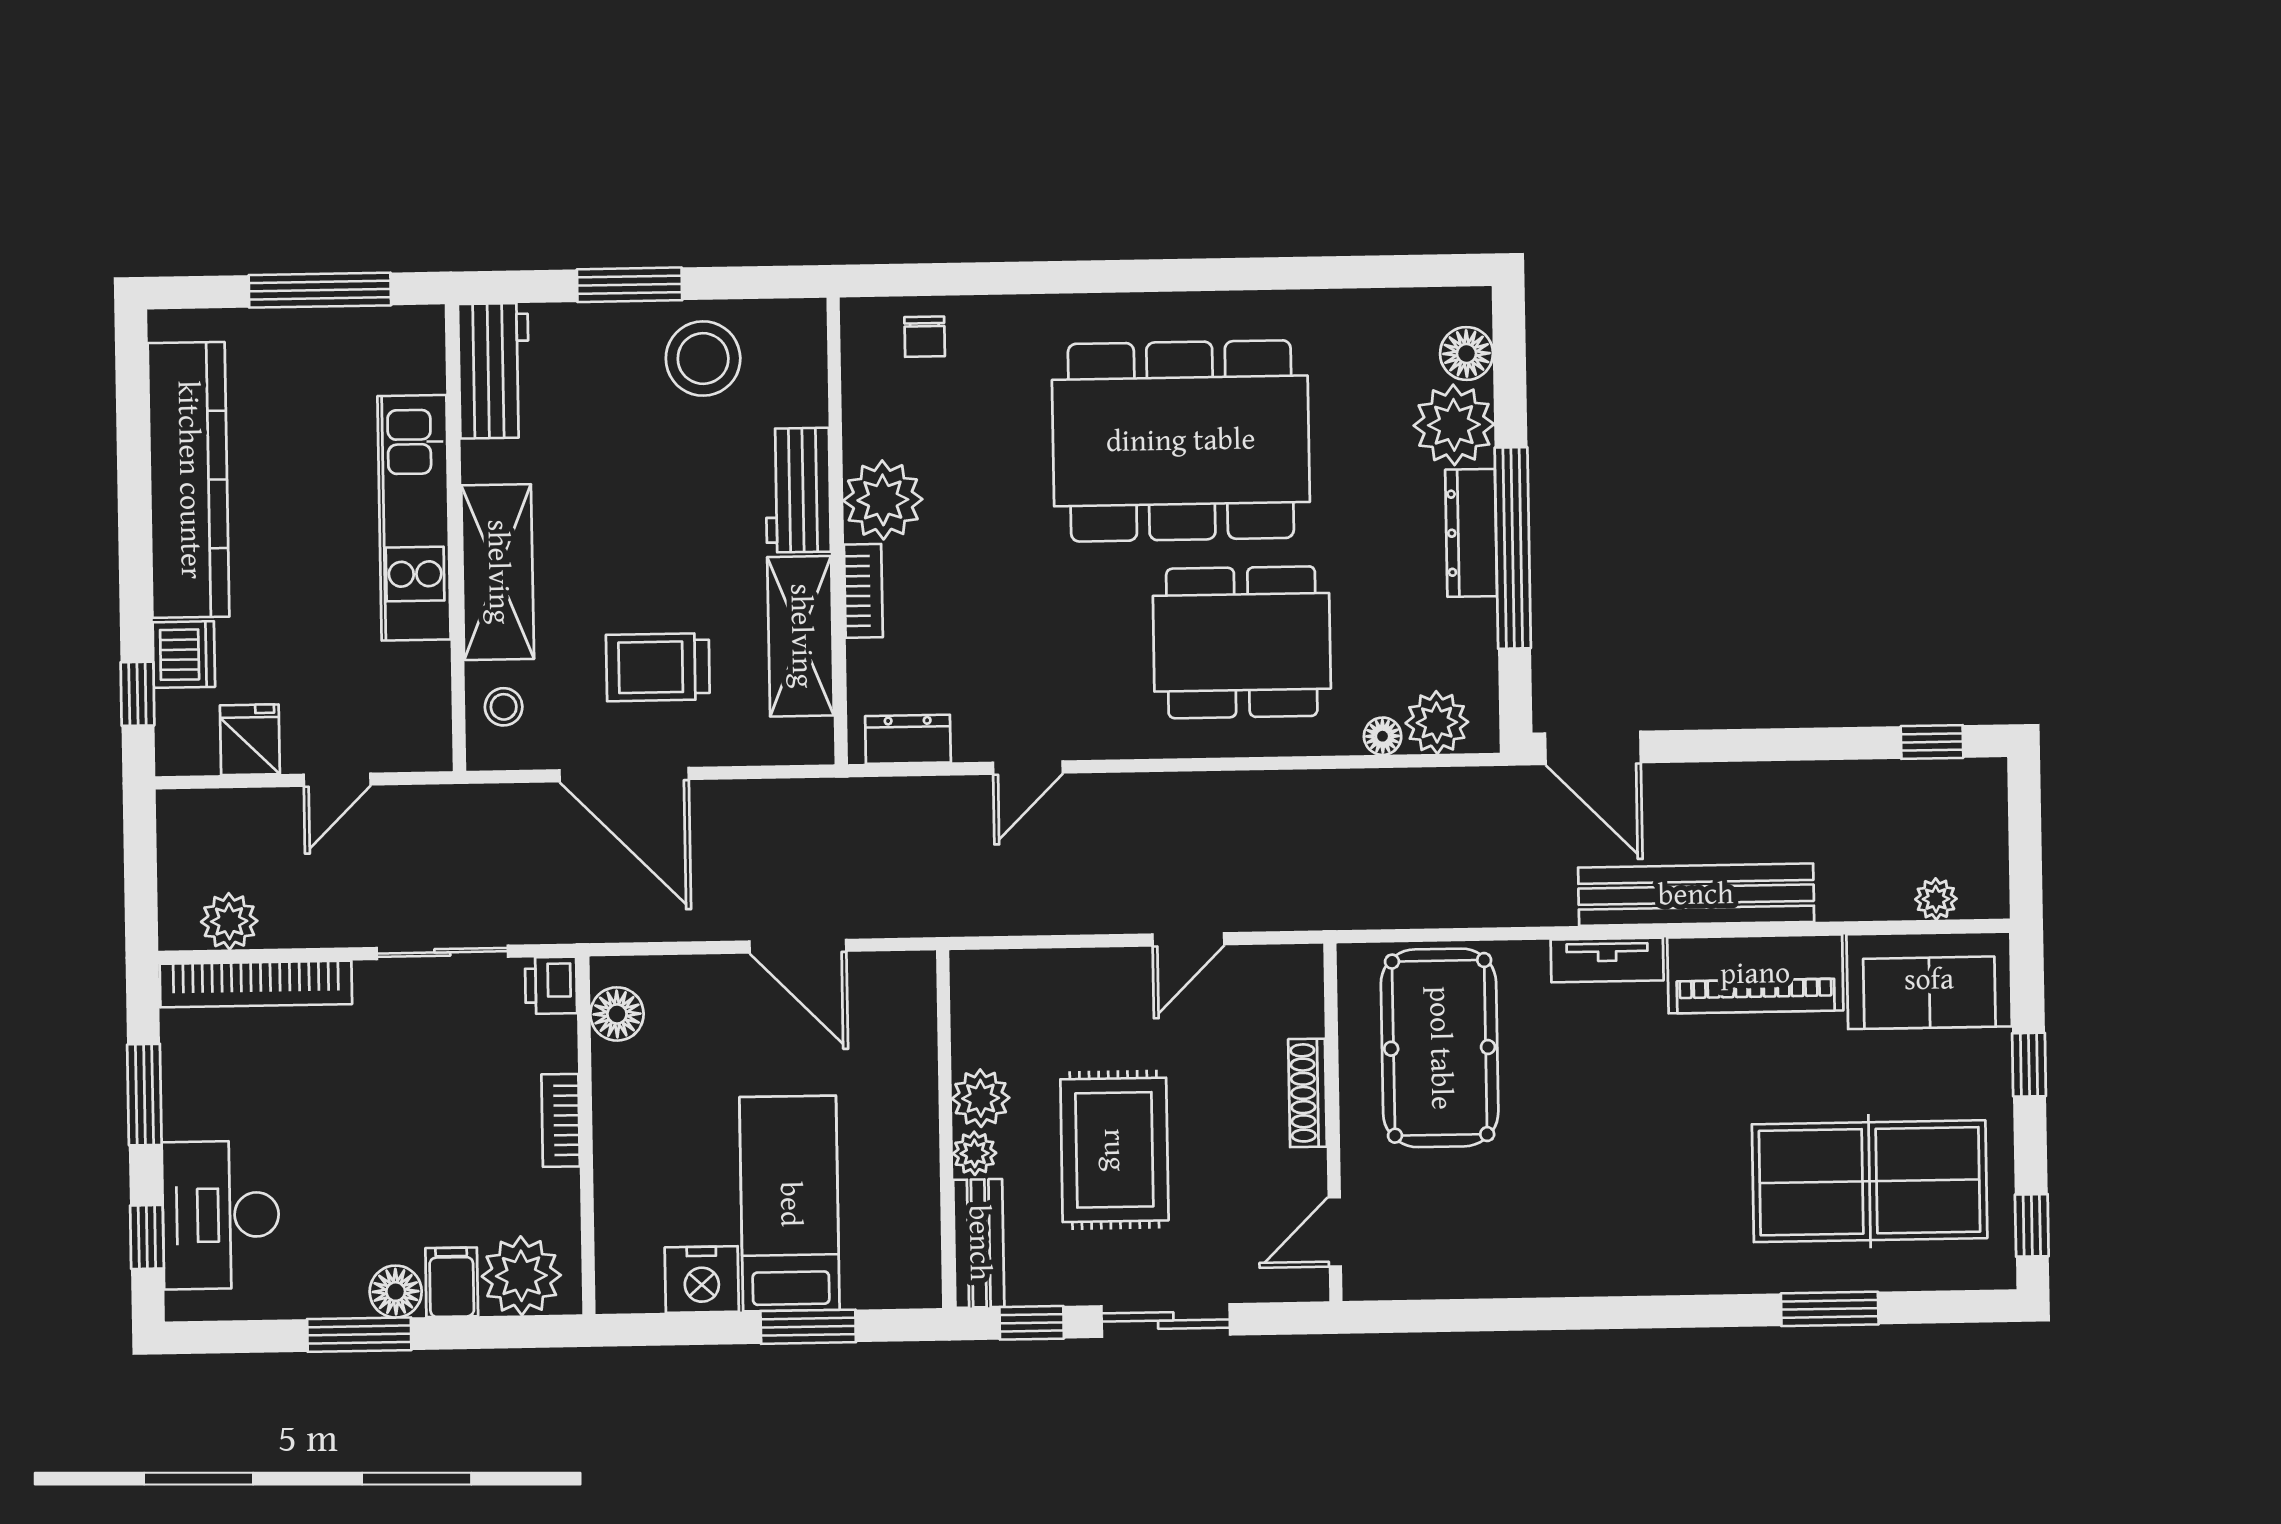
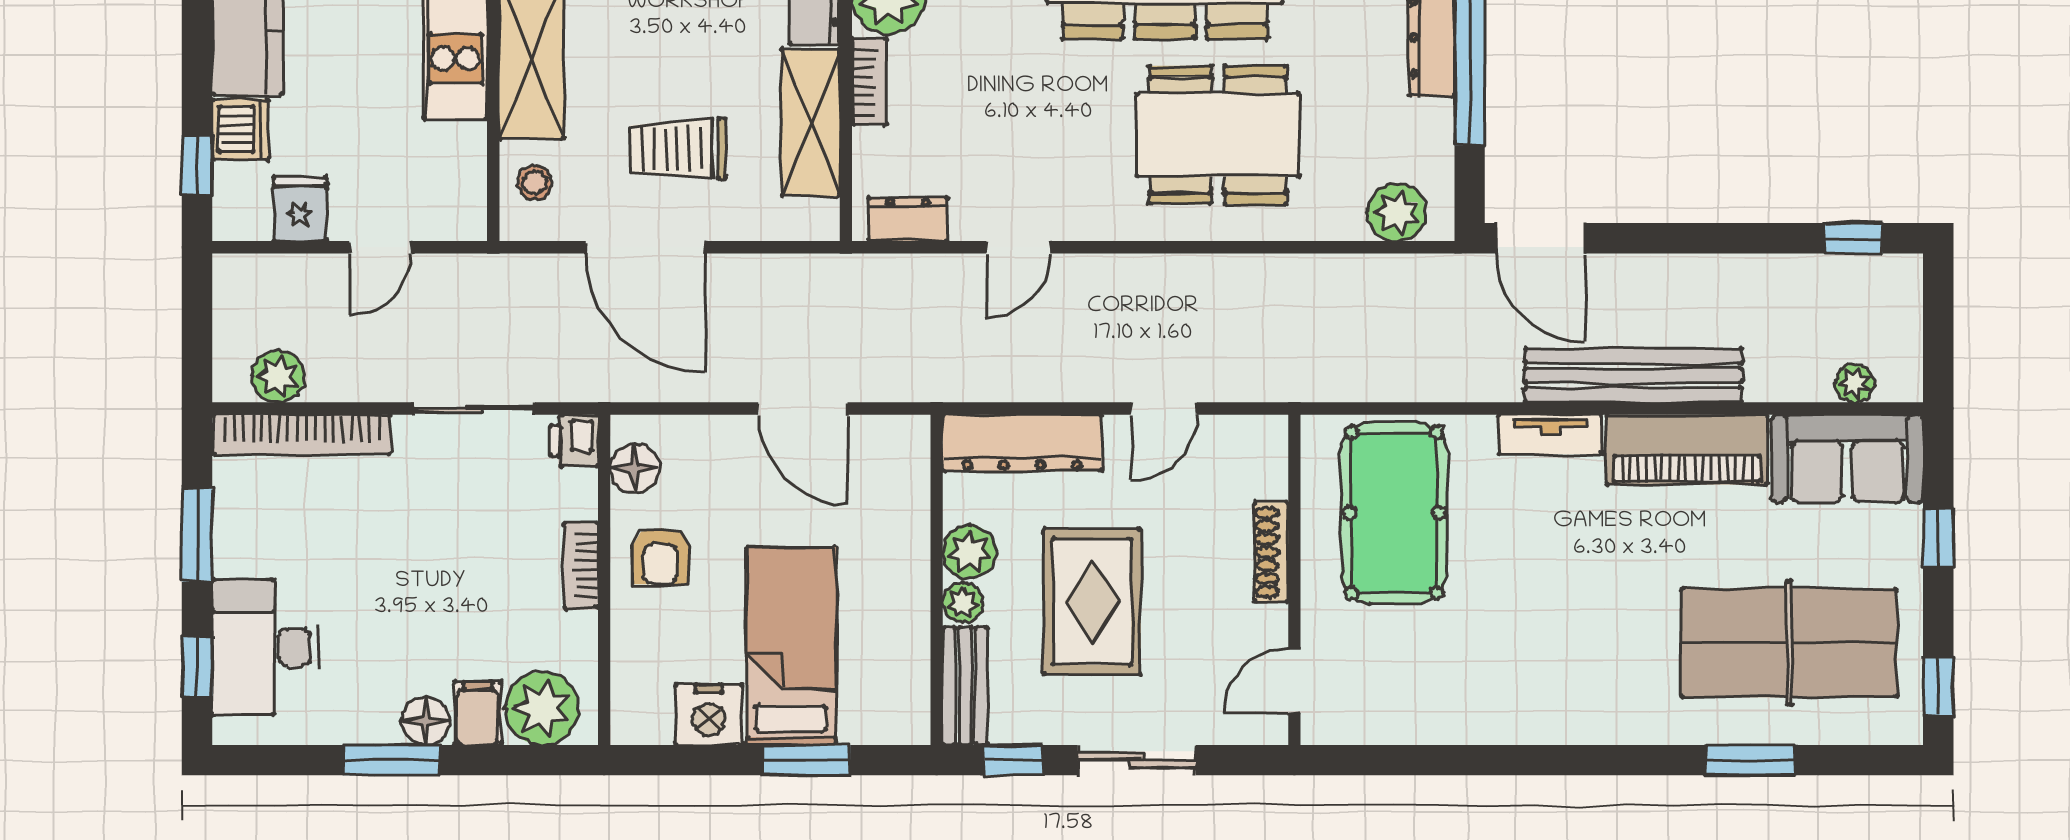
floor lamp: (1383, 736) -> (1346, 224), removed
dresser: (1036, 979) -> (1022, 443), added
armchair: (647, 1109) -> (661, 556), added

